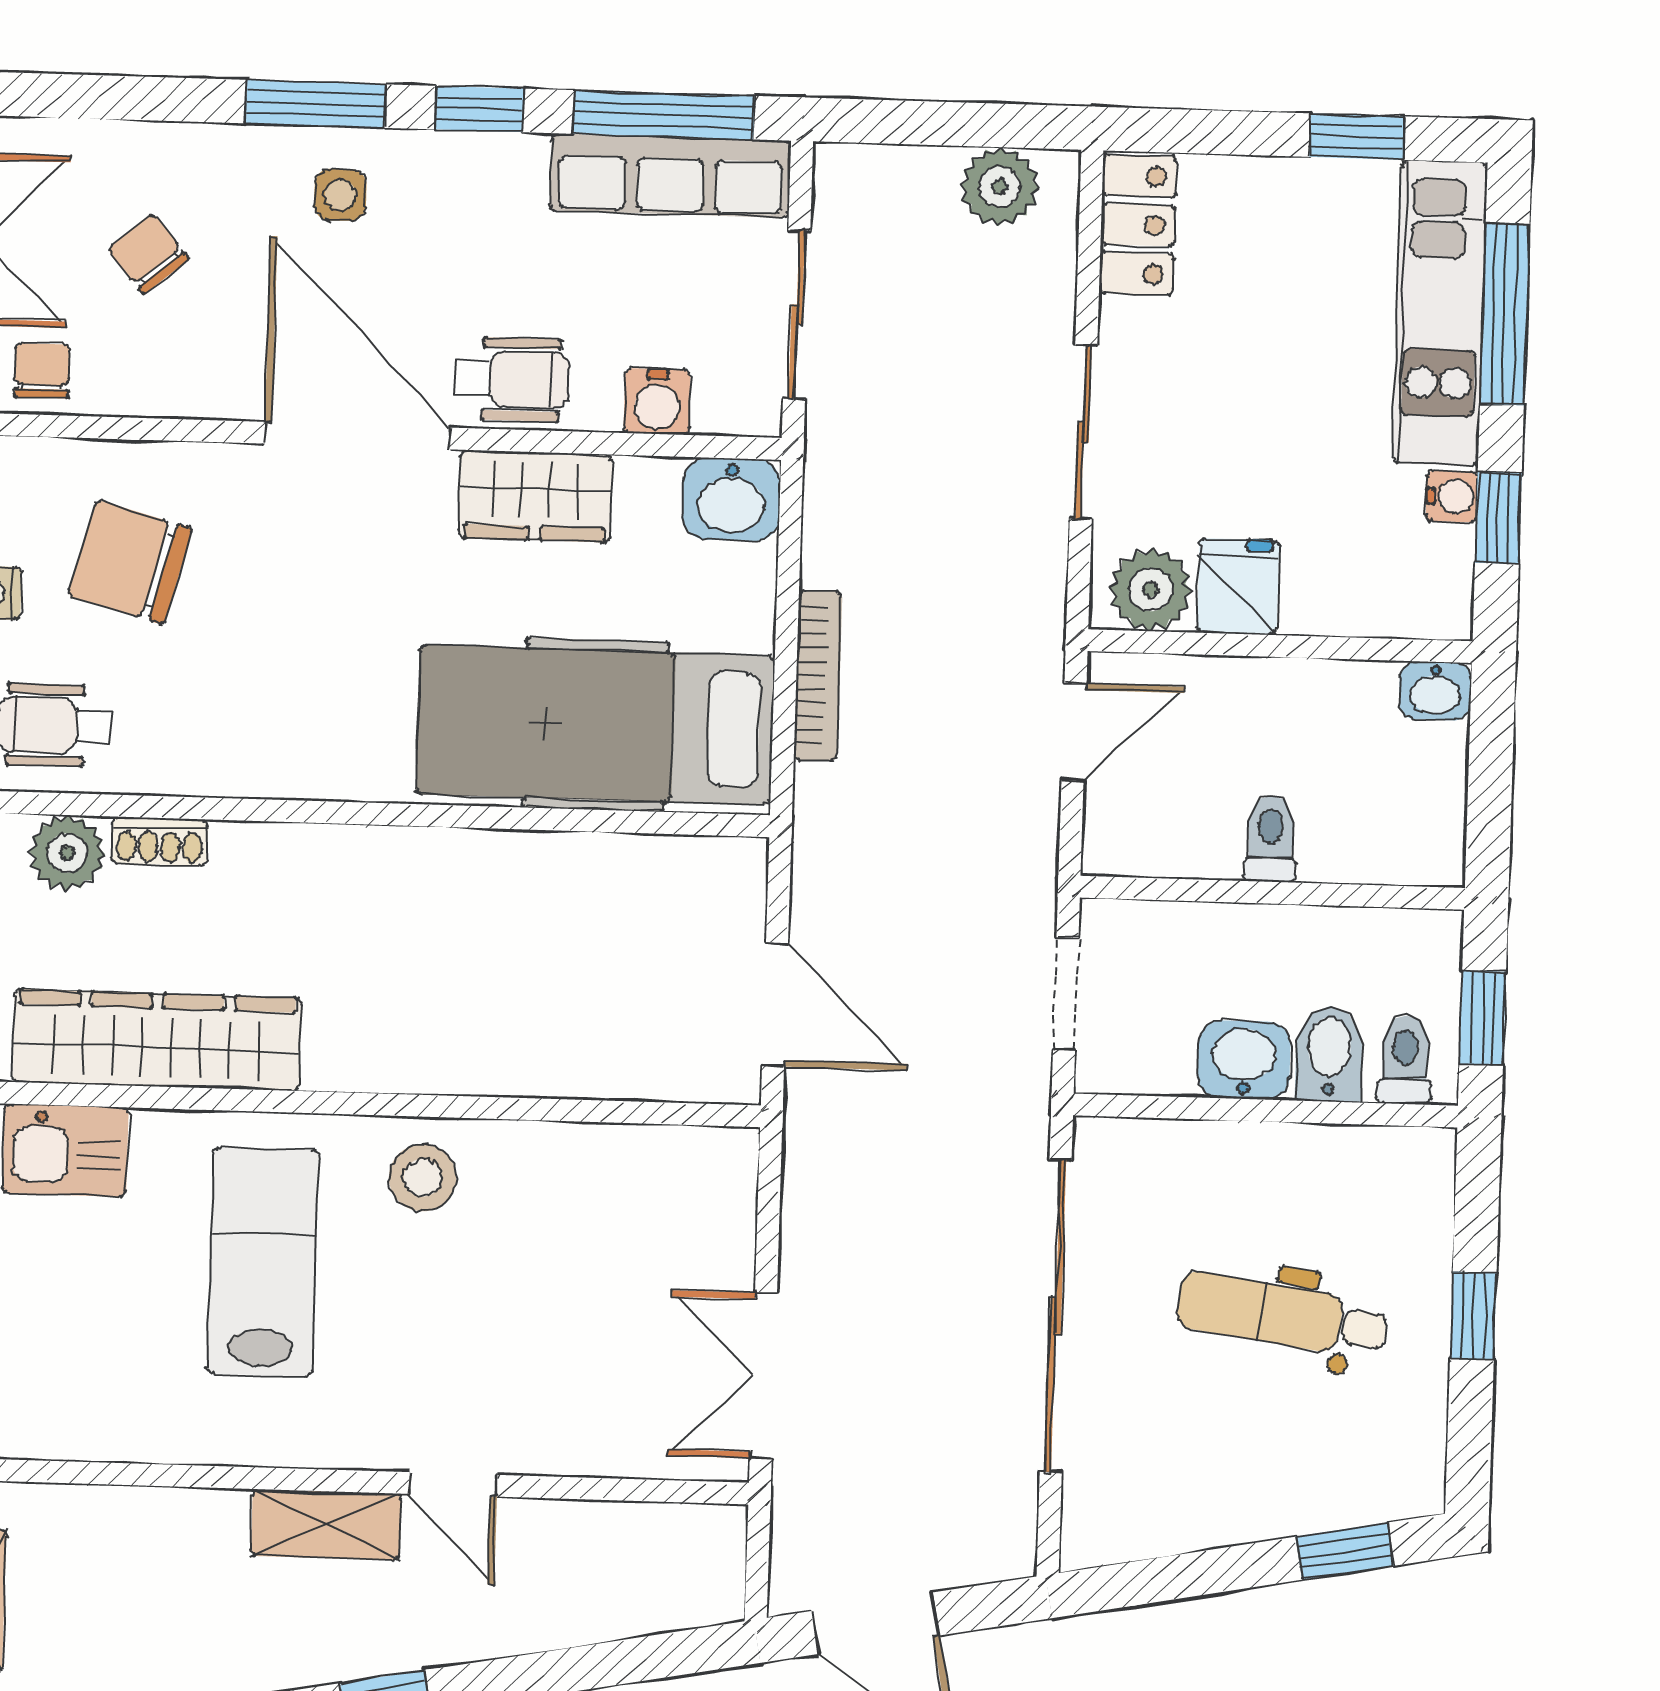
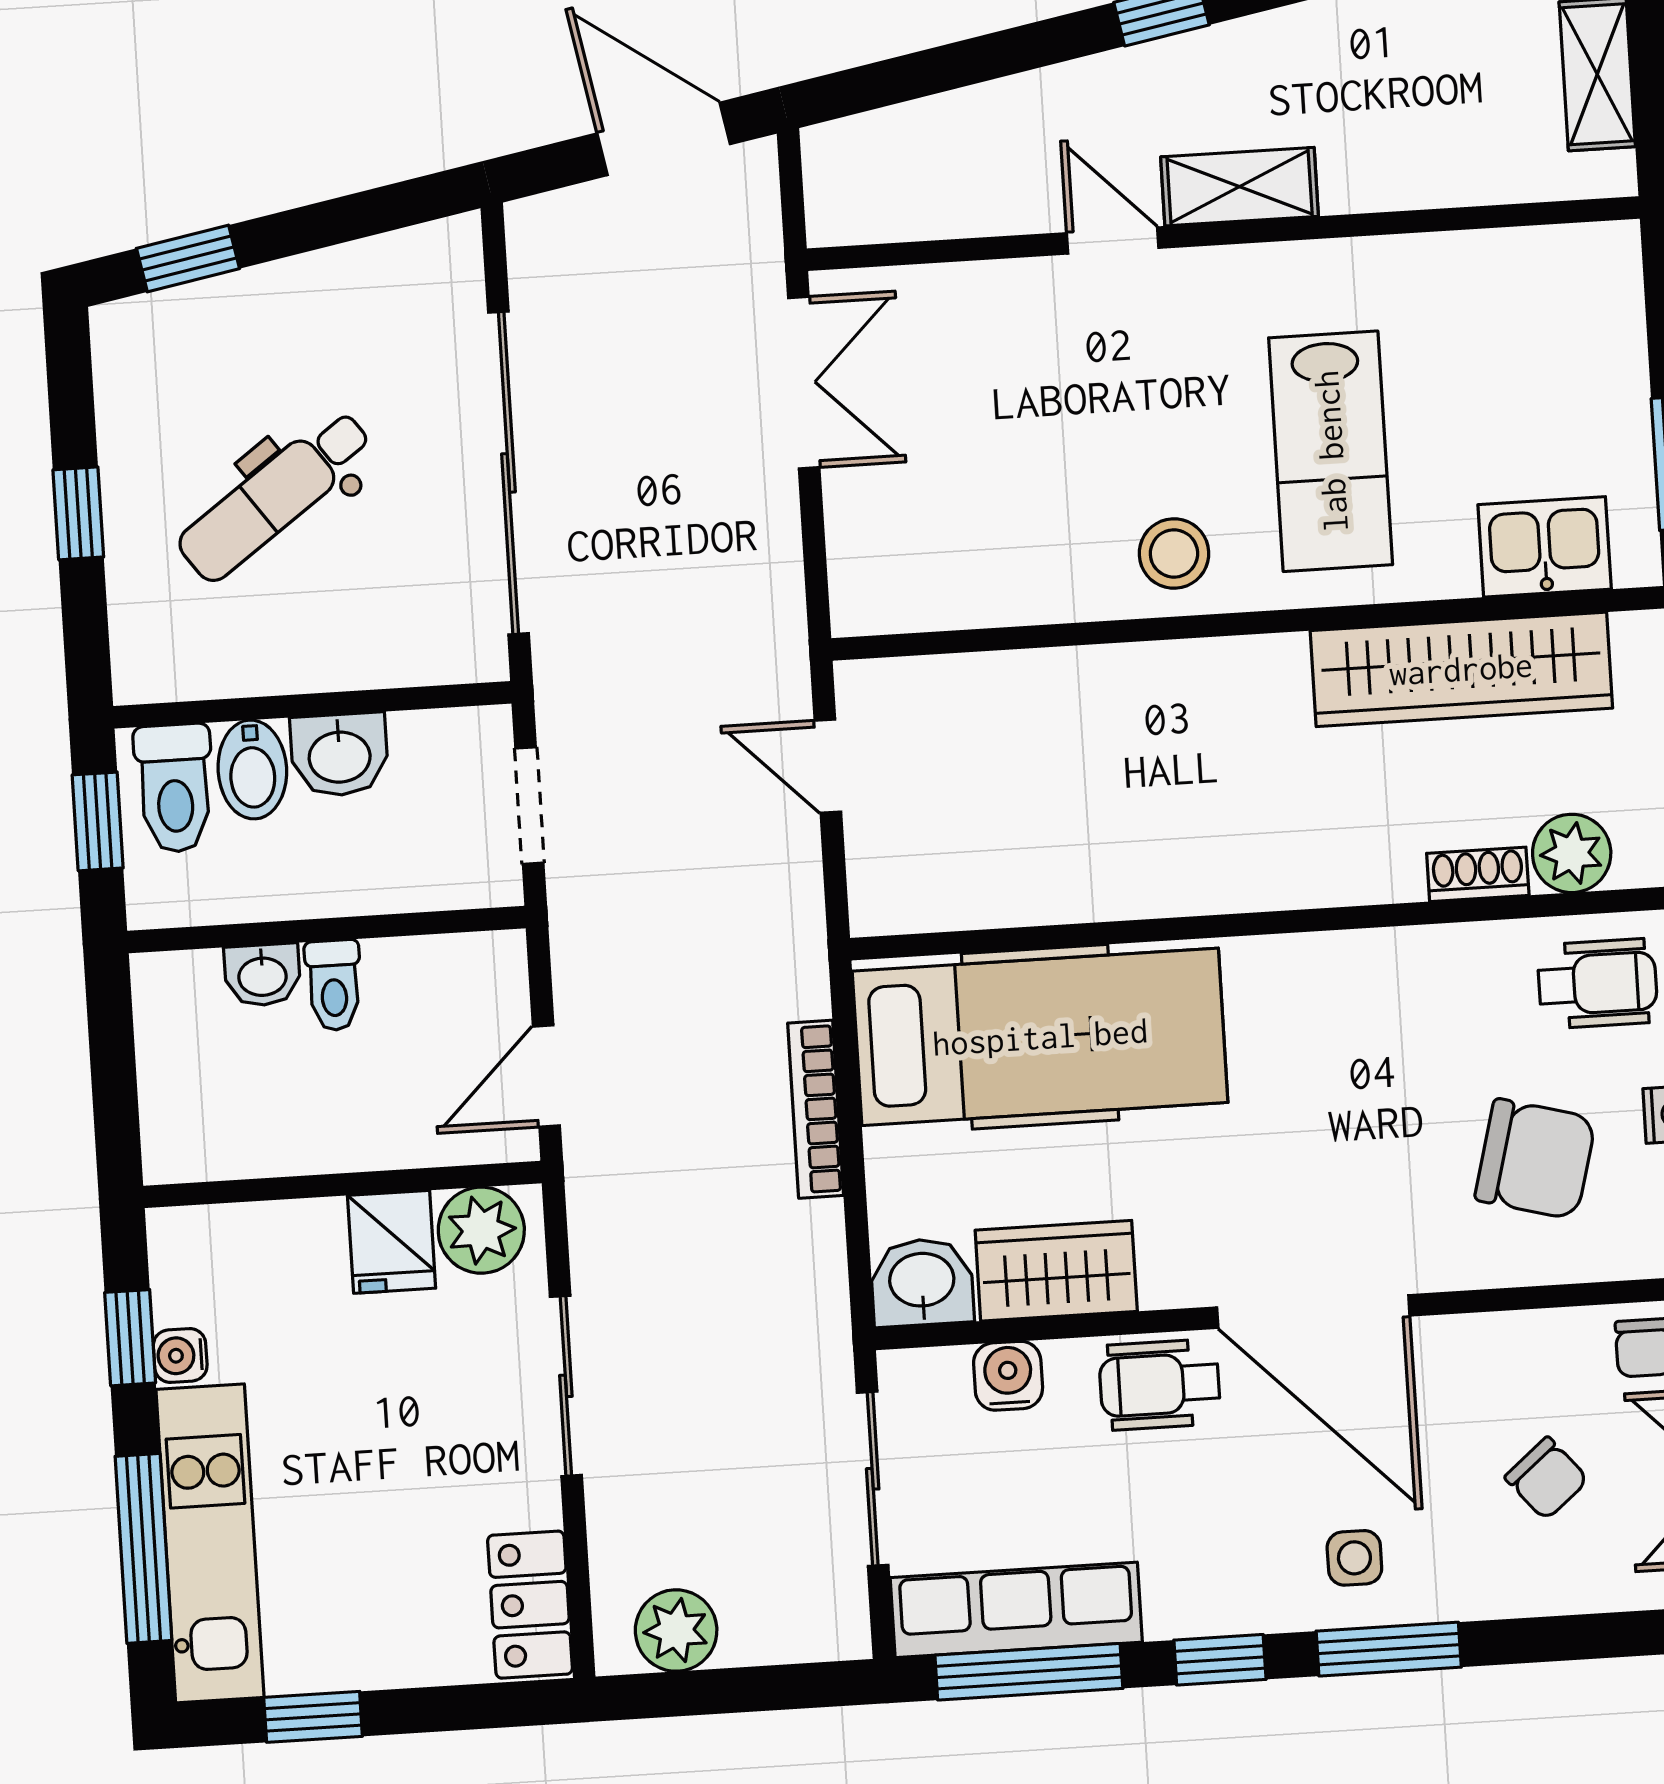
wardrobe: (535, 496) -> (1056, 1271), moved
washbasin: (1435, 691) -> (262, 975), moved, turned 180
door: (775, 1005) -> (828, 766), width x0.73
toilet: (1405, 1060) -> (175, 788), width x1.37, depth x1.39
dental chair: (1282, 1315) -> (275, 496), turned 136

